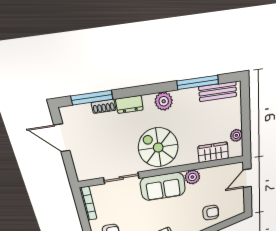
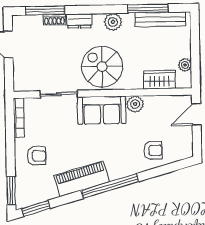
bench: (218, 92) -> (160, 19), width x1.36

